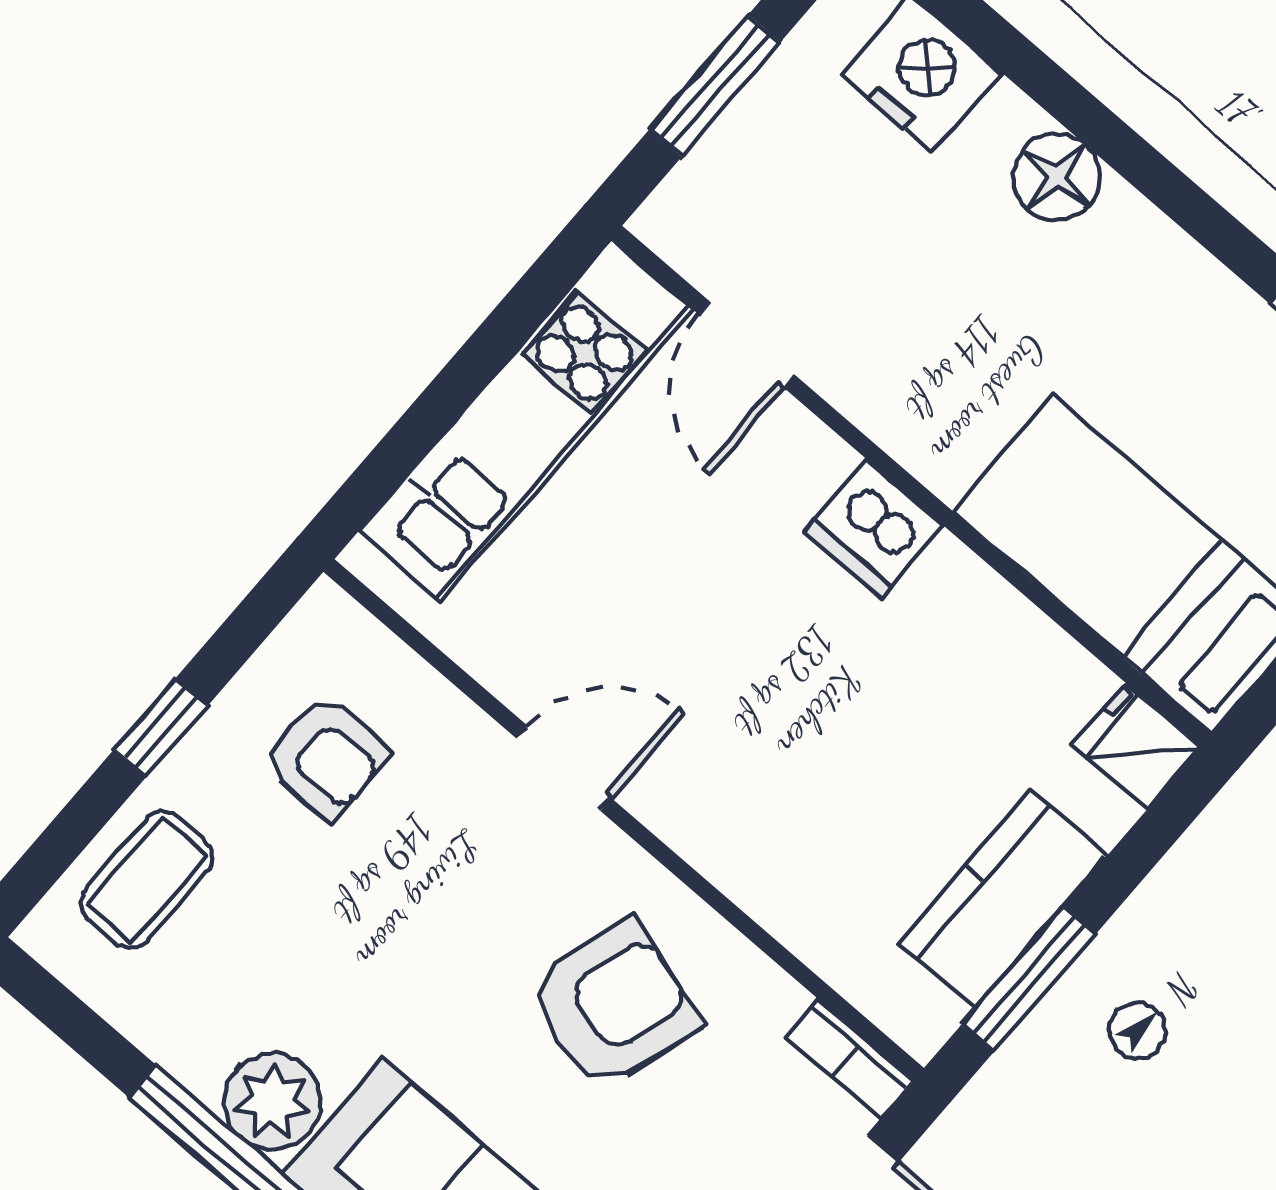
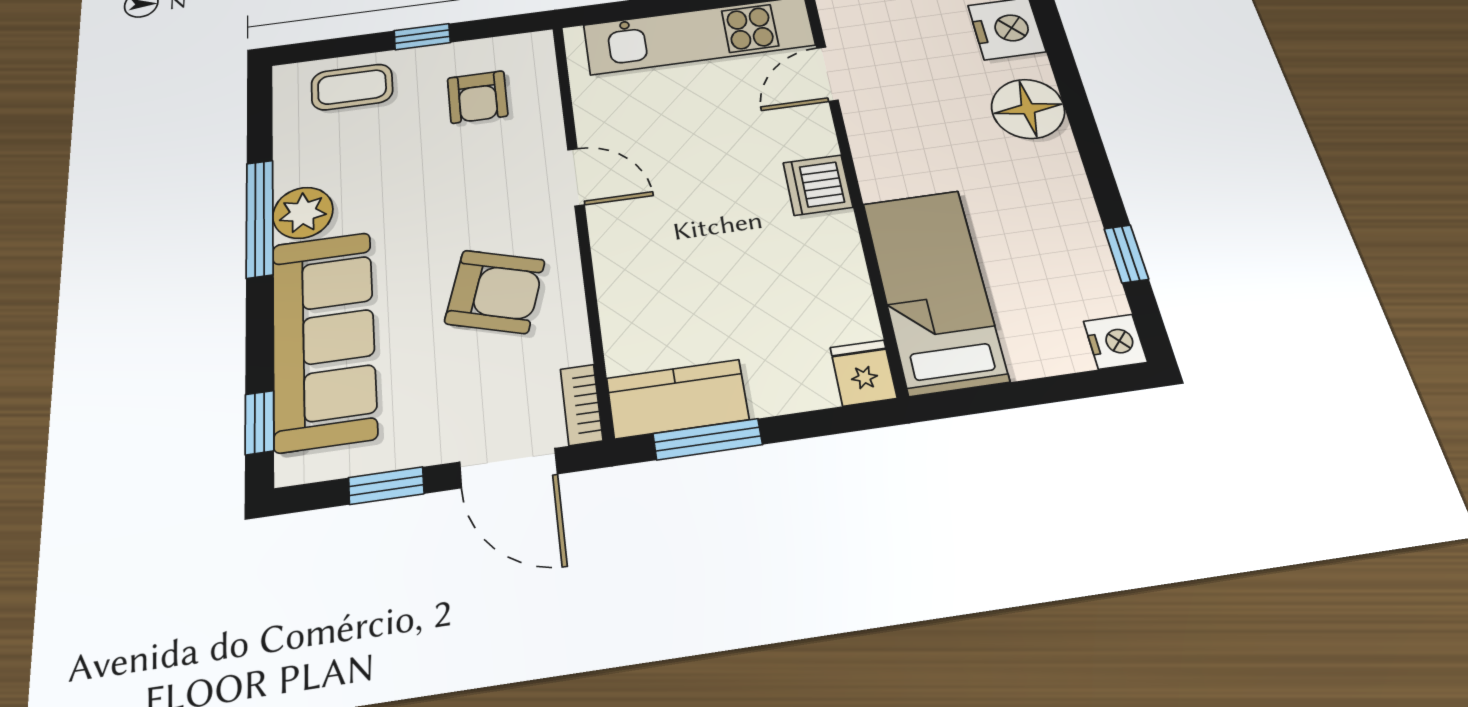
floor lamp: (1056, 177) -> (1028, 109), width x1.38, depth x1.38
kitchen counter: (1003, 899) -> (677, 399), moved

